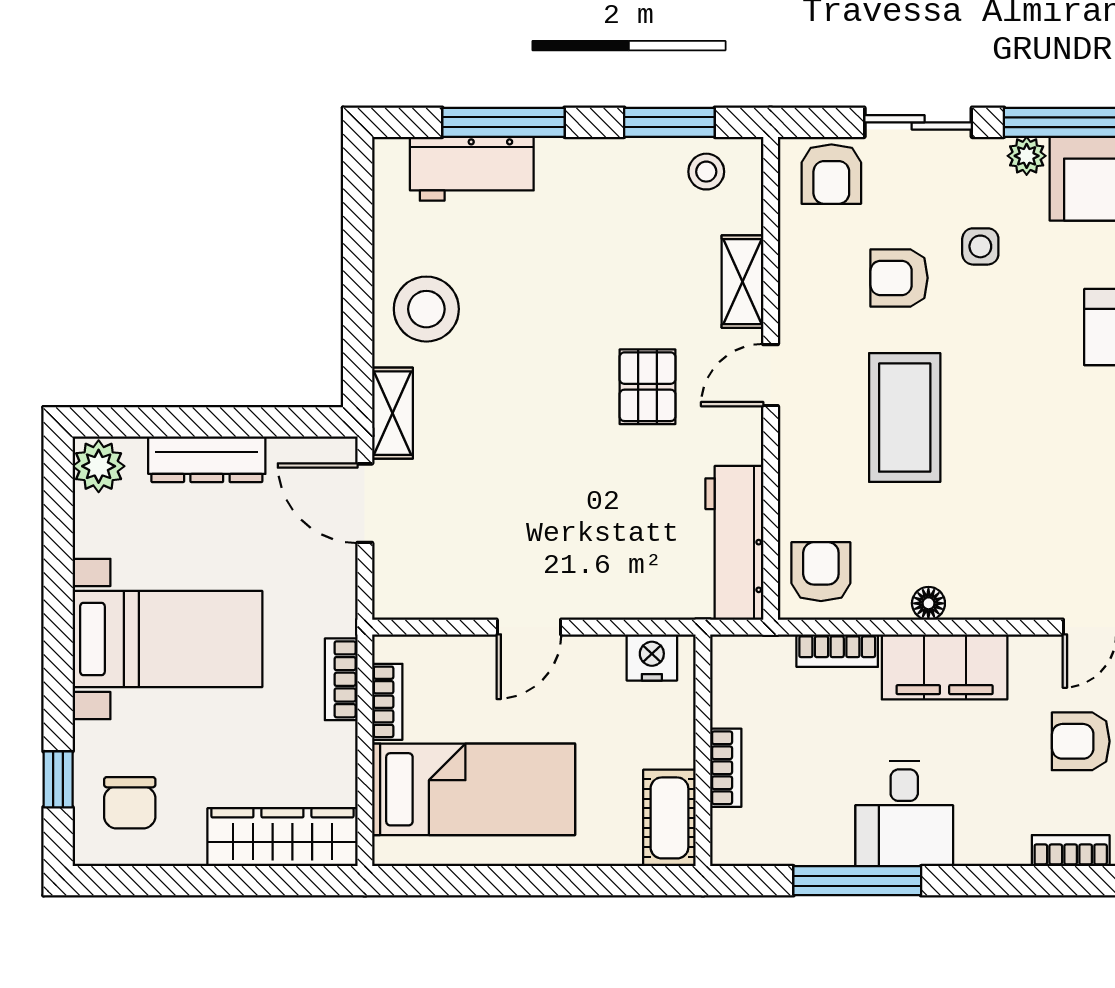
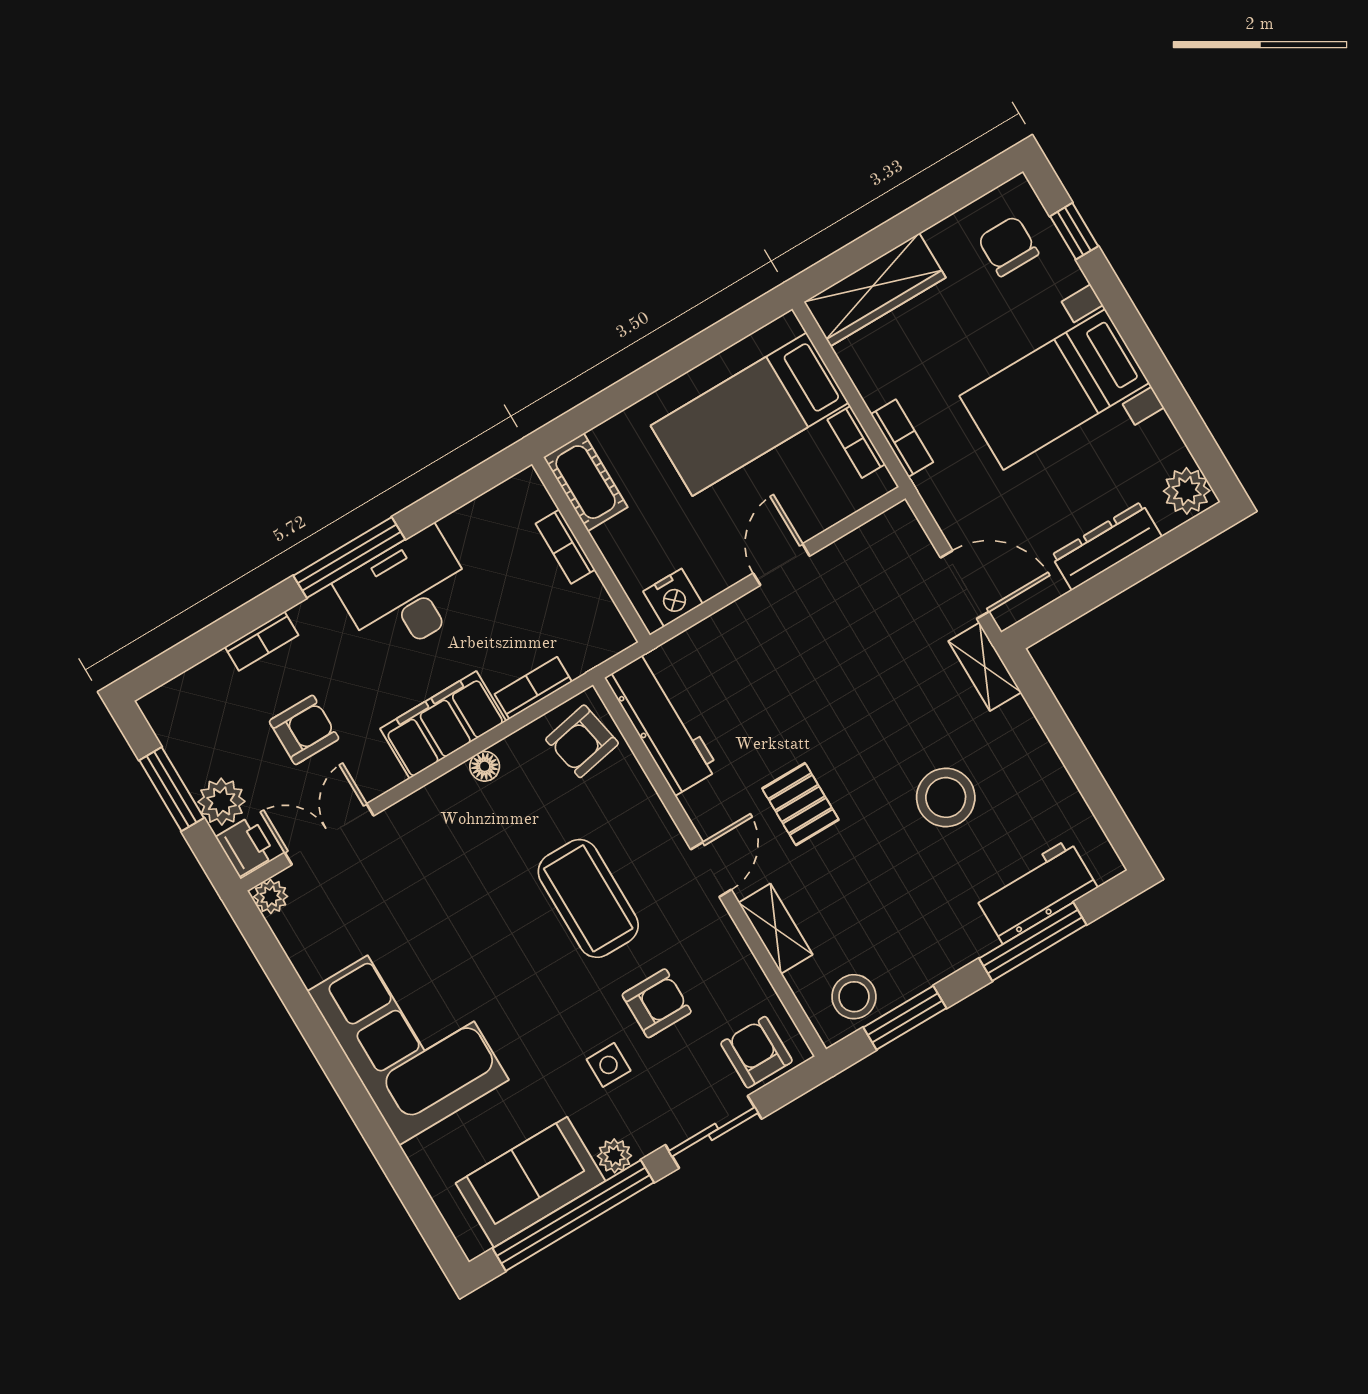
stool: (706, 172) -> (854, 997), width x1.37, depth x1.37
stool: (426, 309) -> (946, 797), moved
armchair: (821, 572) -> (582, 741), turned 79
desk: (904, 814) -> (407, 593), width x1.37
window: (857, 881) -> (349, 558), moved

